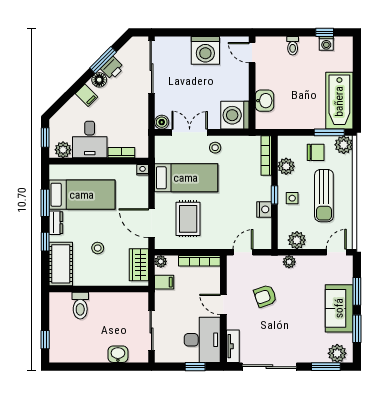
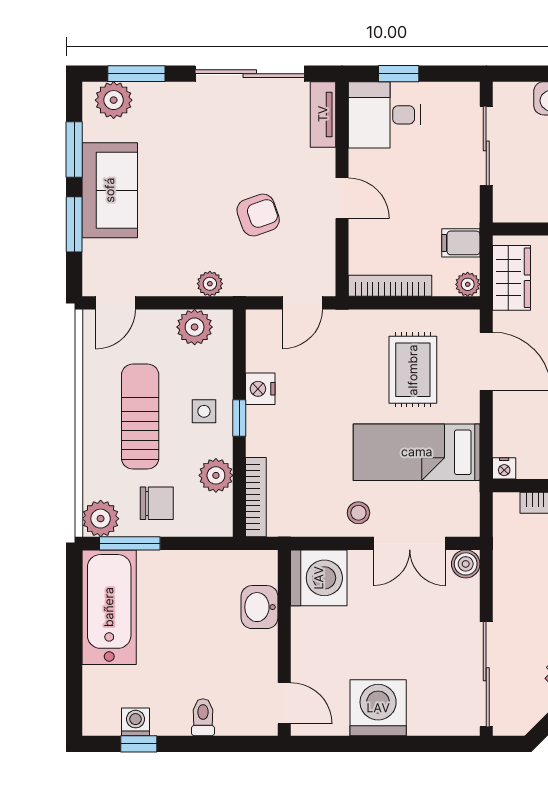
chair: (316, 152) -> (157, 503), turned 180
desk: (202, 340) -> (384, 115), width x0.73

